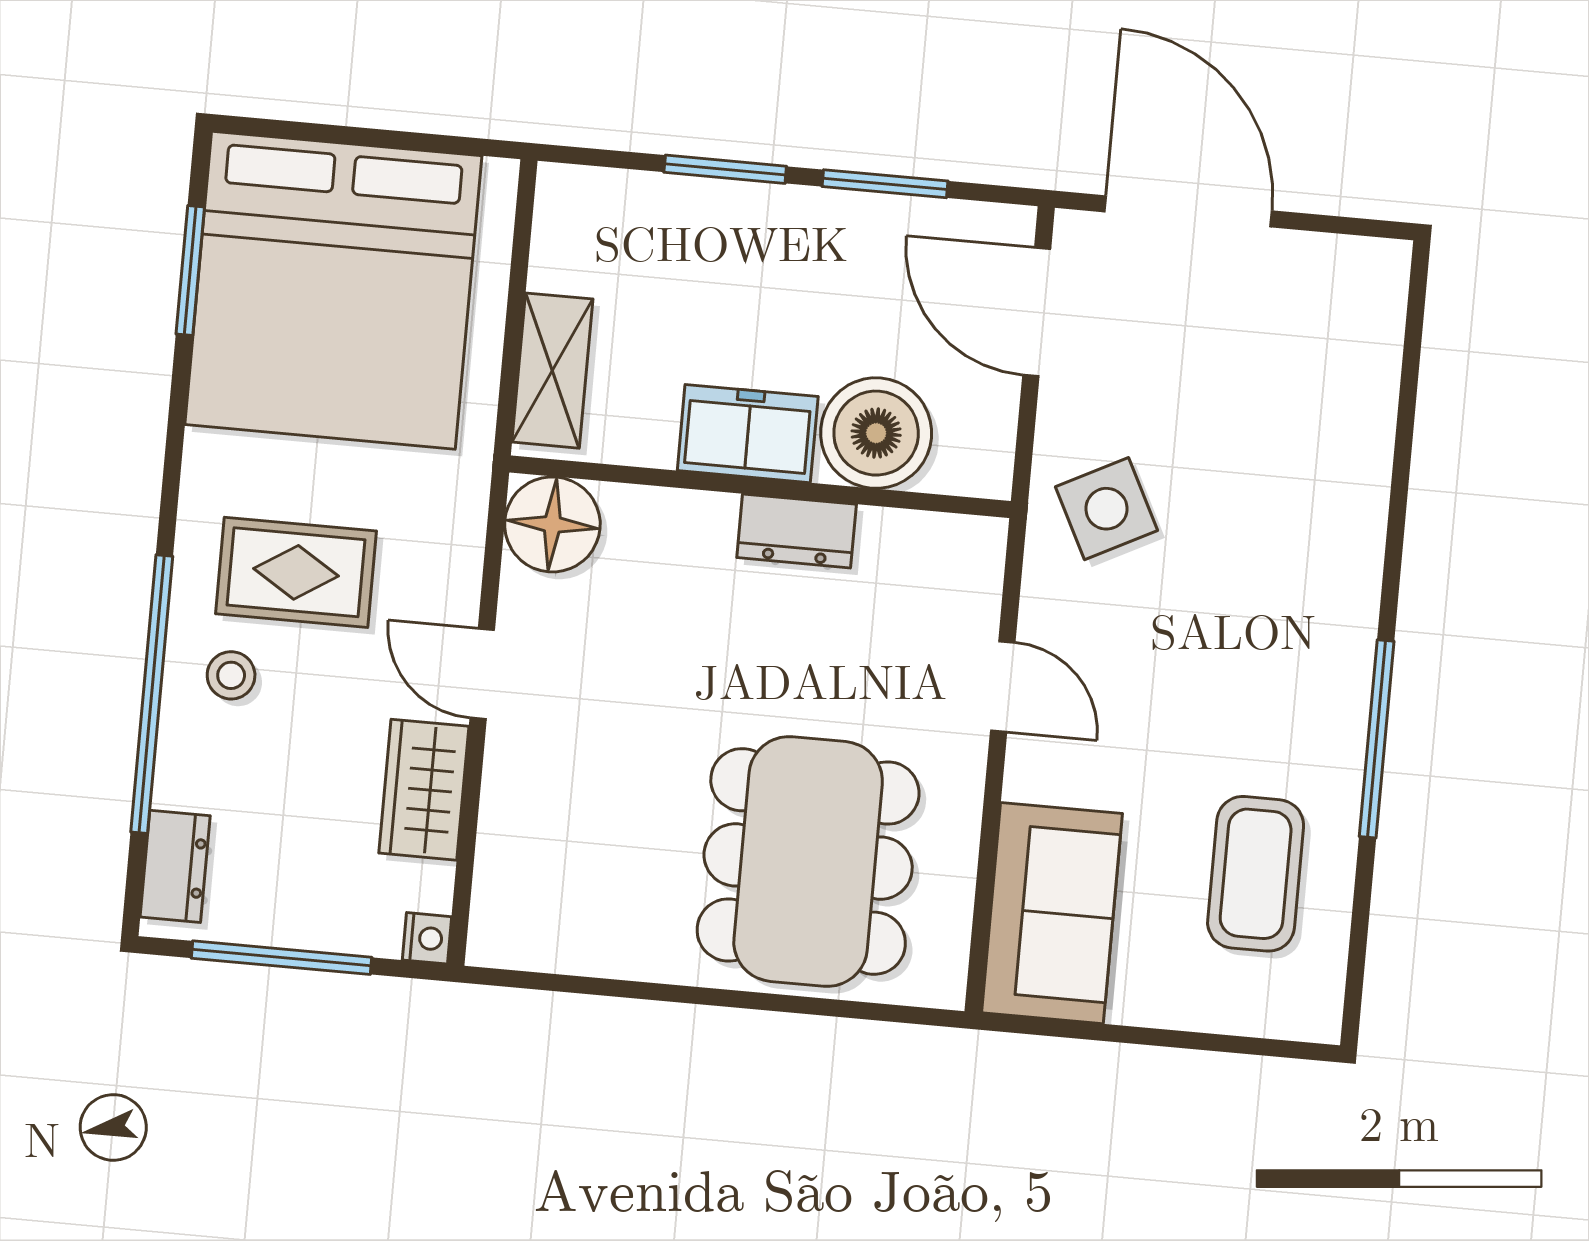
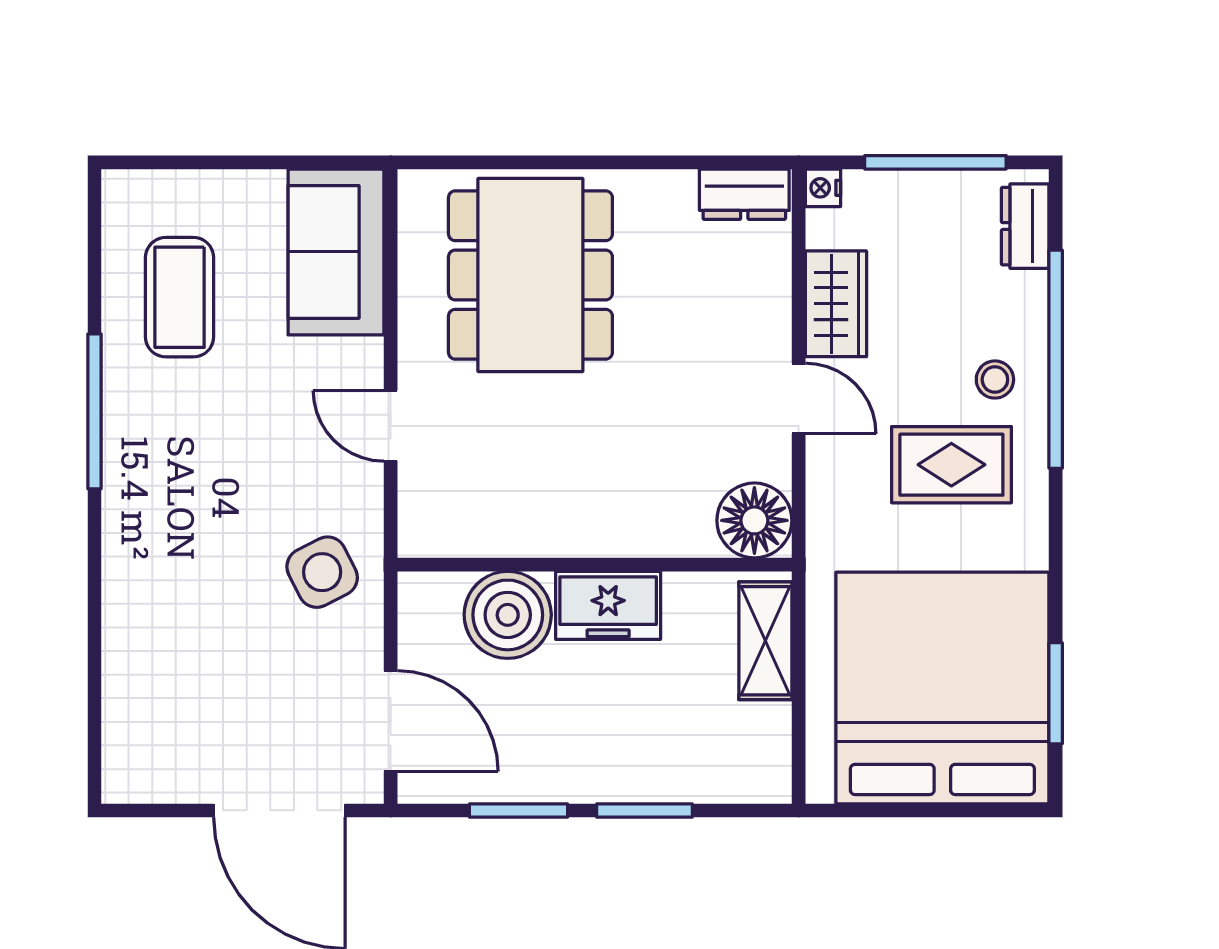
dresser: (797, 531) -> (744, 194), moved, turned 180

